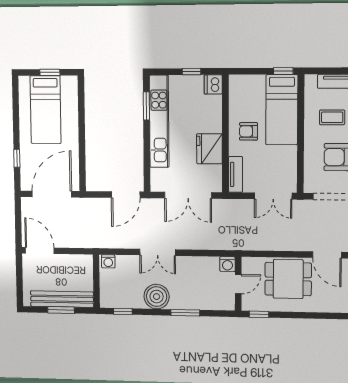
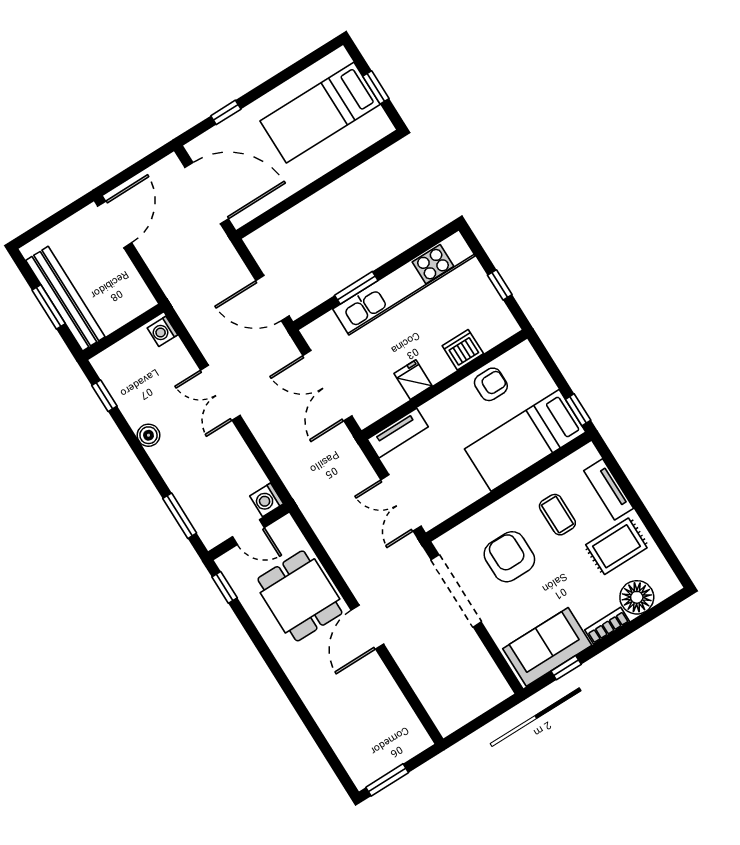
dishwasher: (213, 84) -> (463, 350), moved
window: (146, 106) -> (356, 288), moved
armchair: (249, 131) -> (491, 384), moved, turned 90
fridge: (209, 149) -> (413, 380), width x0.53, depth x0.75
boiler: (157, 297) -> (148, 435), width x0.54, depth x0.54
window: (185, 313) -> (180, 516), moved

